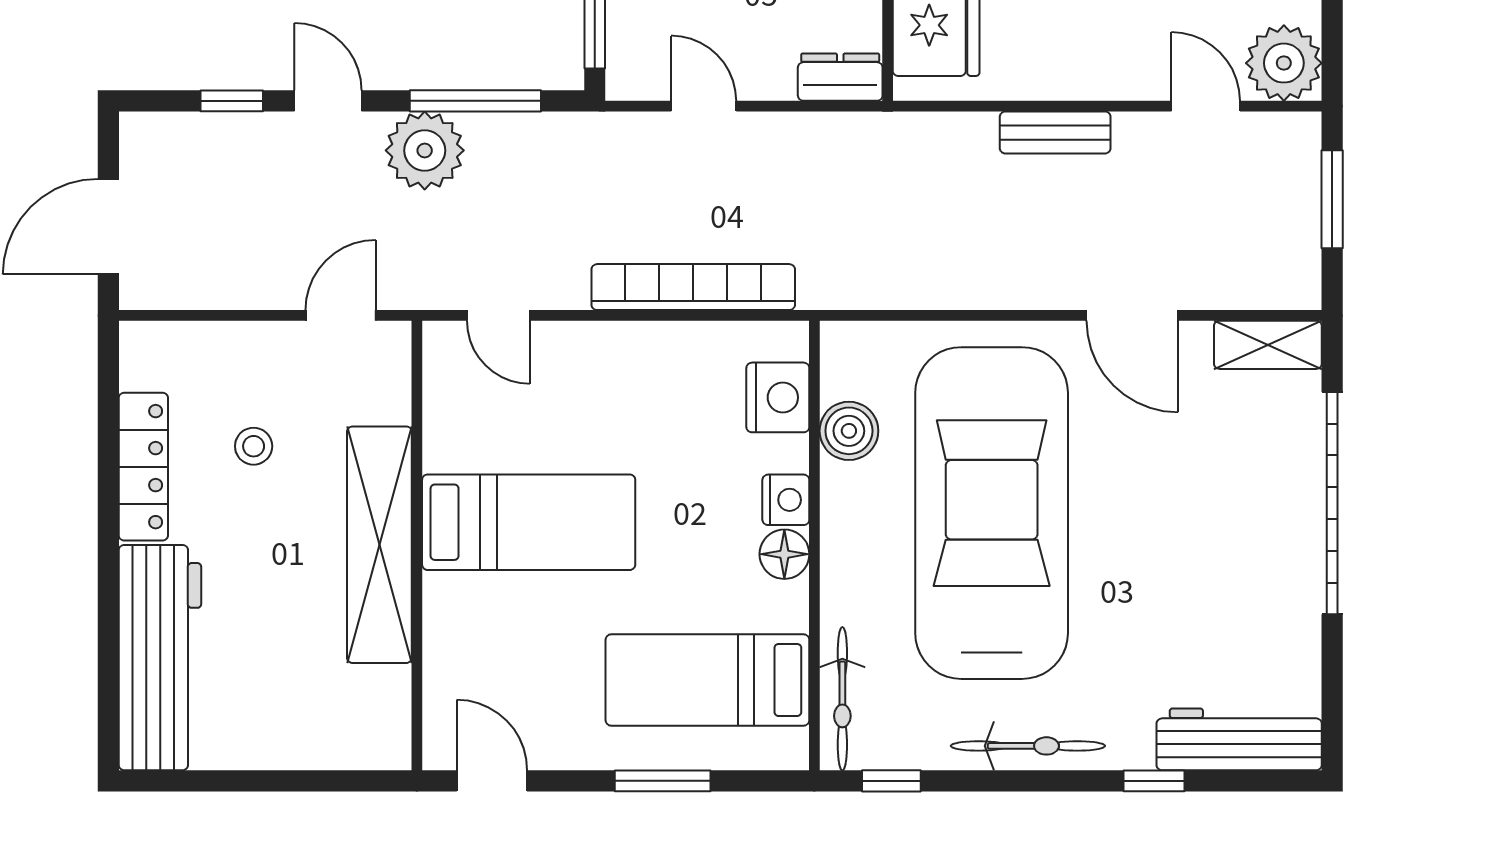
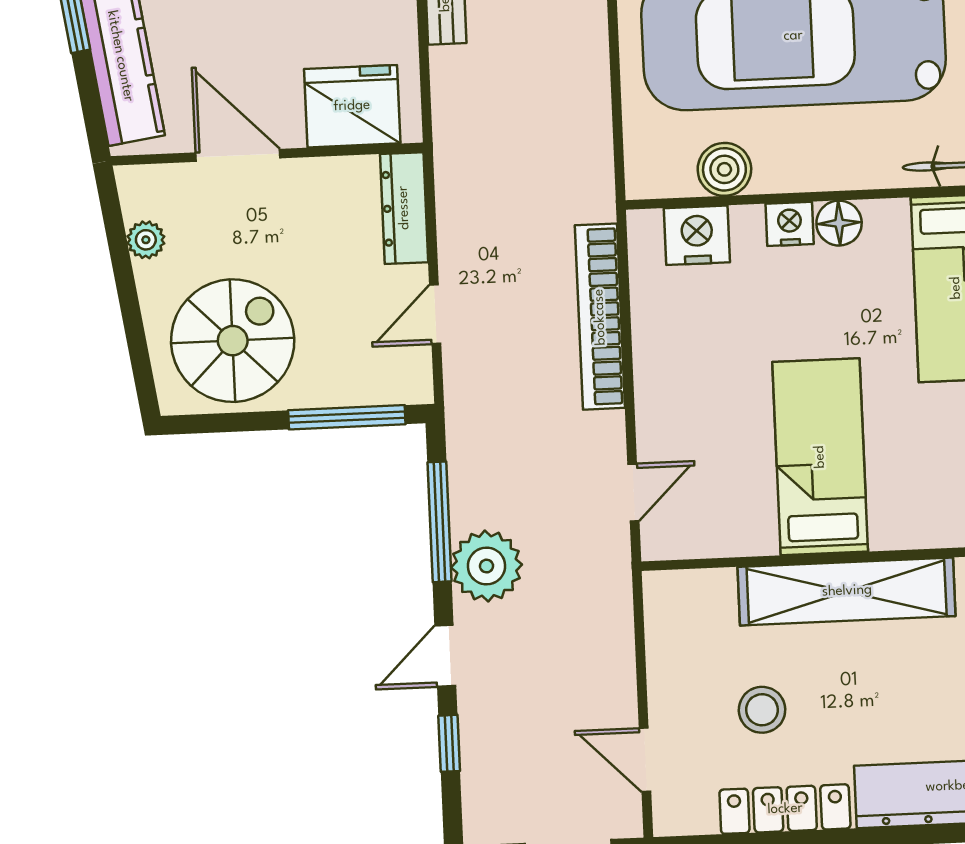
dresser: (840, 77) -> (404, 208), width x1.44
door: (341, 315) -> (645, 760), moved
stool: (254, 446) -> (762, 710), width x1.37, depth x1.37

